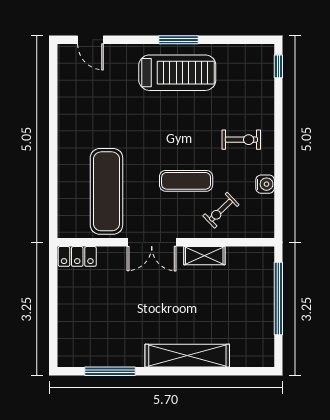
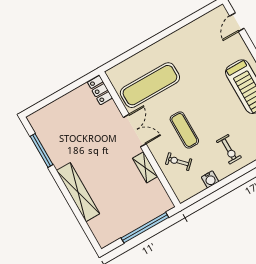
double door: (152, 242) -> (135, 131), swing flipped

